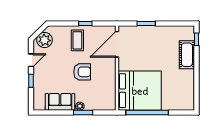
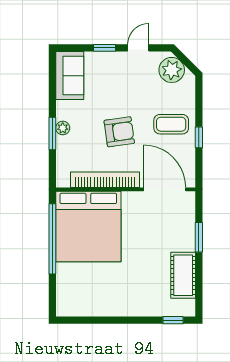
cot: (187, 55) -> (183, 275), moved, turned 90
door: (31, 60) -> (138, 48), swing flipped
armchair: (82, 72) -> (119, 132), turned -98
bookcase: (111, 80) -> (105, 180), added
sofa: (60, 102) -> (70, 76), moved

